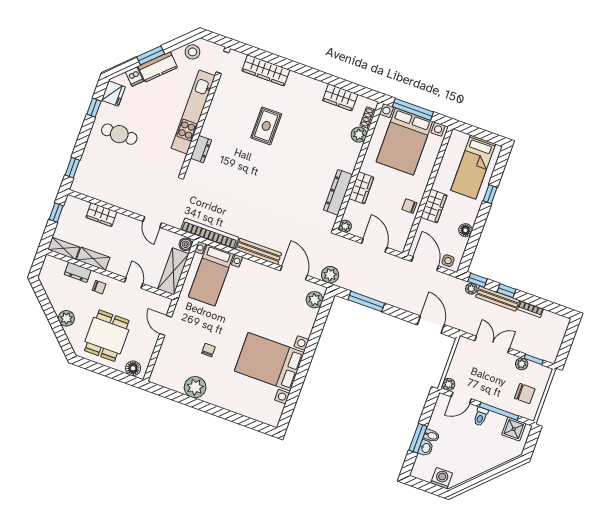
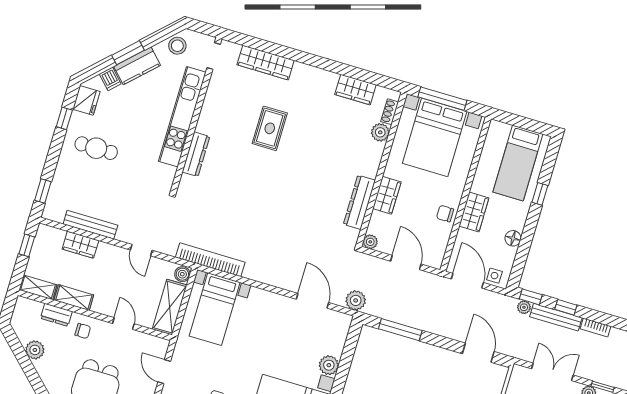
dresser: (201, 149) -> (196, 154), width x1.44
bench: (259, 251) -> (90, 225), moved
plant: (315, 300) -> (329, 365), moved
plant: (66, 318) -> (35, 350), moved

